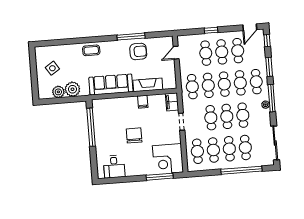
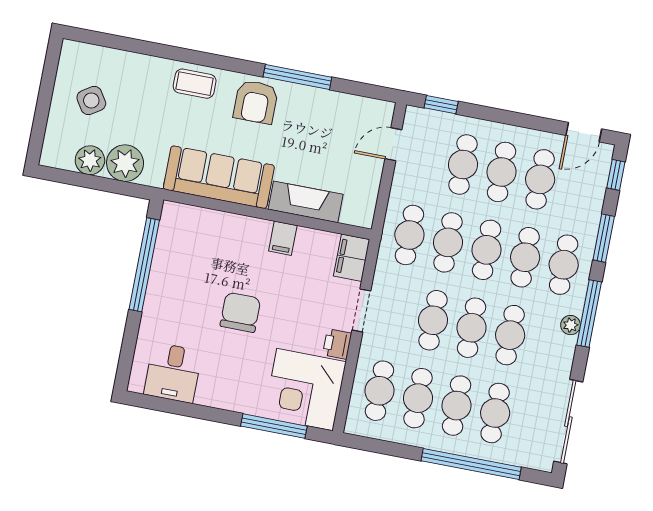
window: (211, 30) -> (441, 105), moved
armchair: (138, 51) -> (256, 102), moved, turned 90
printer: (176, 137) -> (337, 344), added

